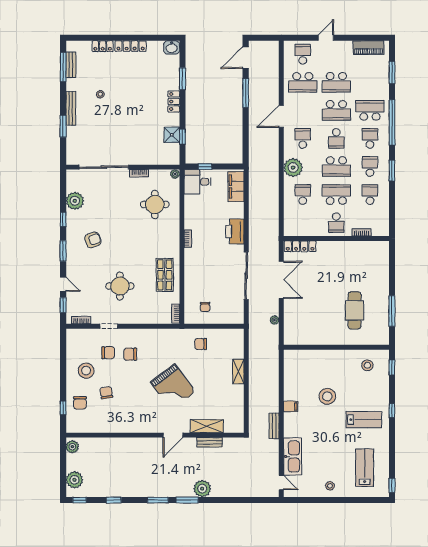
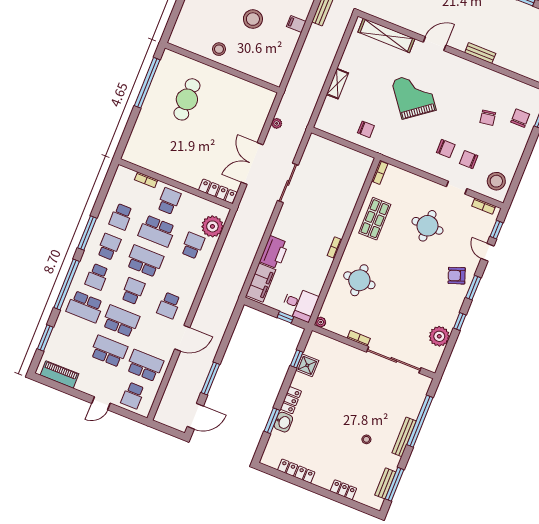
locker: (131, 46) -> (296, 471), moved
washbasin: (172, 47) -> (283, 422), moved, turned 90
window: (63, 126) -> (420, 421), width x2.11
school desk: (370, 167) -> (109, 247), turned 180
plant: (293, 168) -> (212, 226), moved
window: (392, 171) -> (87, 233), width x1.44
school desk: (303, 195) -> (193, 245), turned 180
round table: (155, 204) -> (359, 280), moved
printer: (235, 231) -> (274, 252), moved
armchair: (93, 240) -> (457, 276), moved
sliding door: (246, 276) -> (288, 183), width x0.73
chair: (205, 307) -> (345, 167), removed
window: (392, 311) -> (147, 83), width x1.46
stool: (367, 365) -> (219, 49), moved
window: (392, 368) -> (171, 22), removed
stool: (86, 371) -> (496, 181), moved
shelving: (207, 426) -> (386, 35), width x1.47
bench: (210, 442) -> (480, 53), moved

